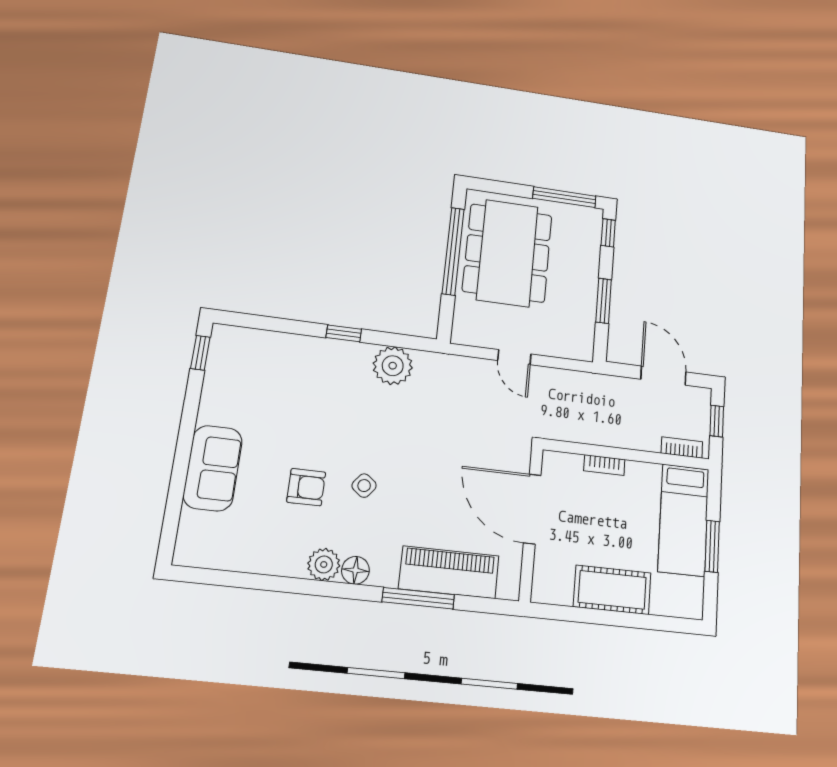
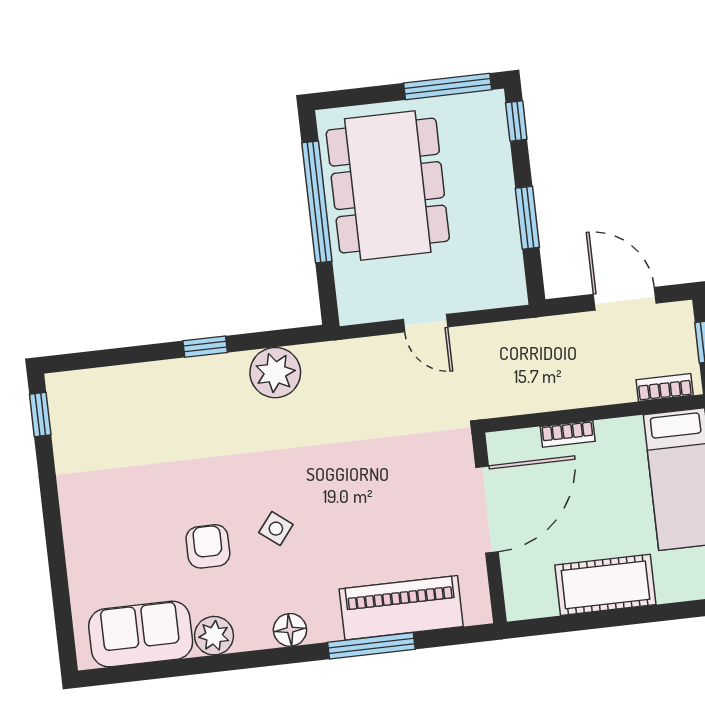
sofa: (213, 468) -> (141, 634), moved, turned -90
armchair: (306, 487) -> (208, 546), turned -90
door: (532, 509) -> (487, 509), swing flipped
plant: (324, 564) -> (214, 636), moved

